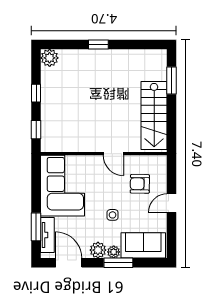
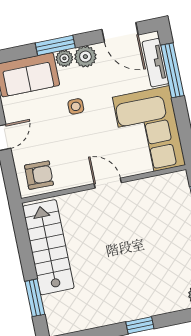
door: (113, 154) -> (108, 183), moved
armchair: (140, 184) -> (39, 175), moved
window: (36, 227) -> (172, 70), width x1.44

